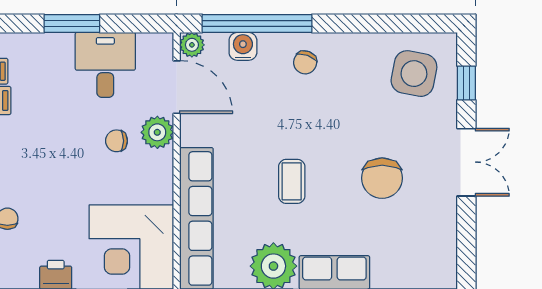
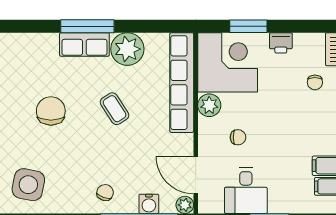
plant: (157, 132) -> (209, 105), moved
coffee table: (292, 181) -> (115, 109), turned -33

